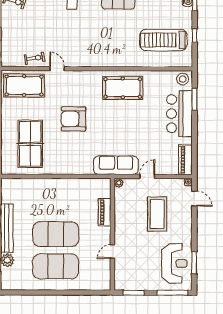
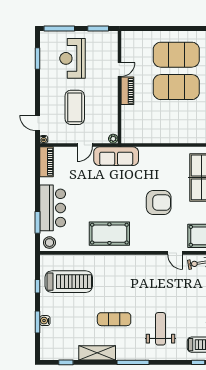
piano: (105, 212) -> (127, 91), moved
reception desk: (174, 263) -> (72, 58), moved

